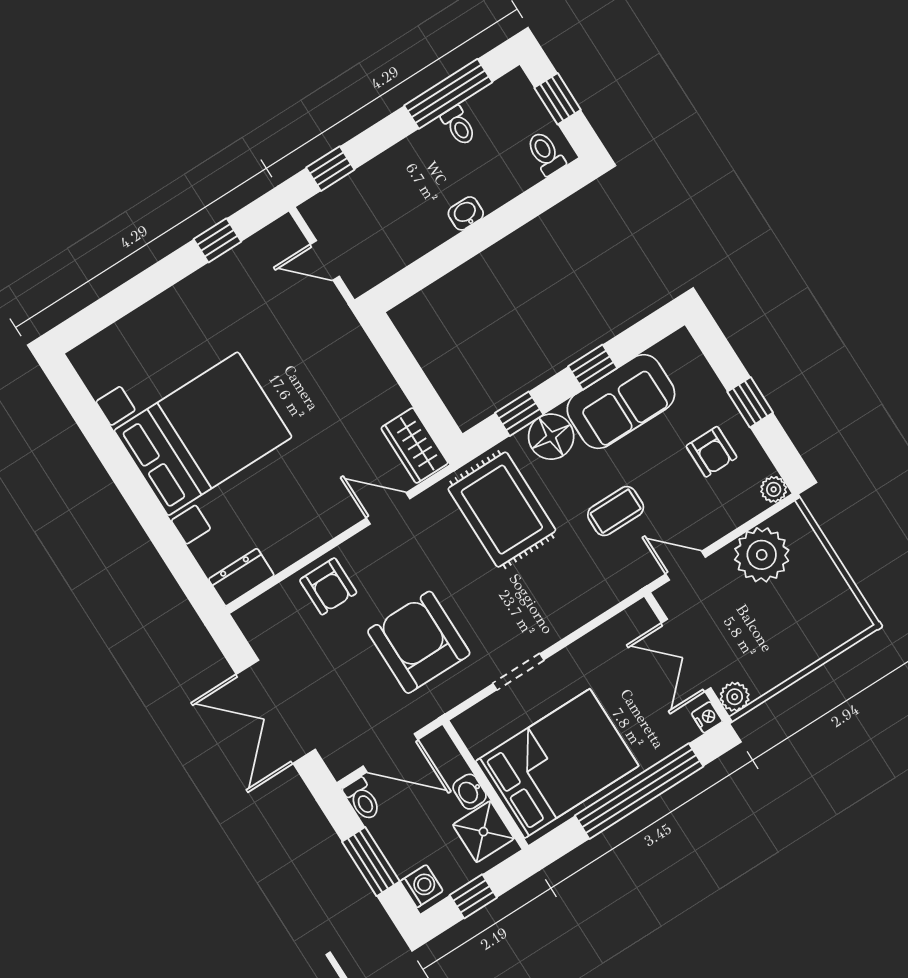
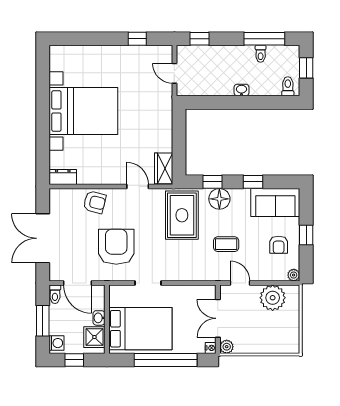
sofa: (621, 402) -> (275, 202), moved
armchair: (328, 586) -> (95, 202), turned -76

